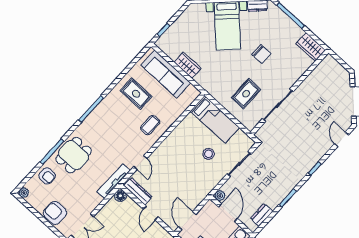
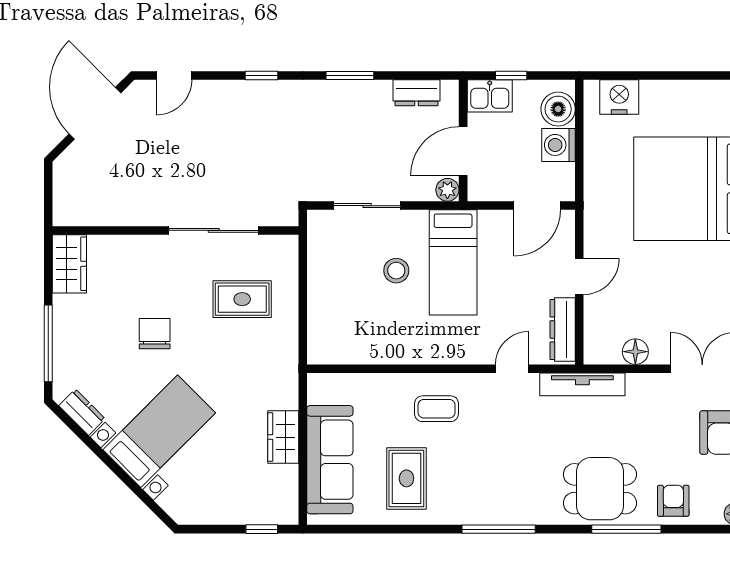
bed: (215, 119) -> (453, 262), moved, turned 180
floor lamp: (120, 196) -> (635, 352), moved

